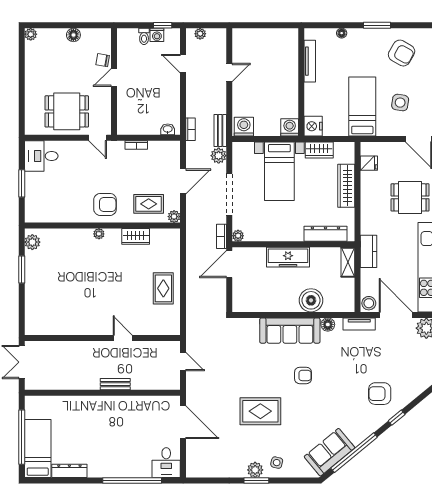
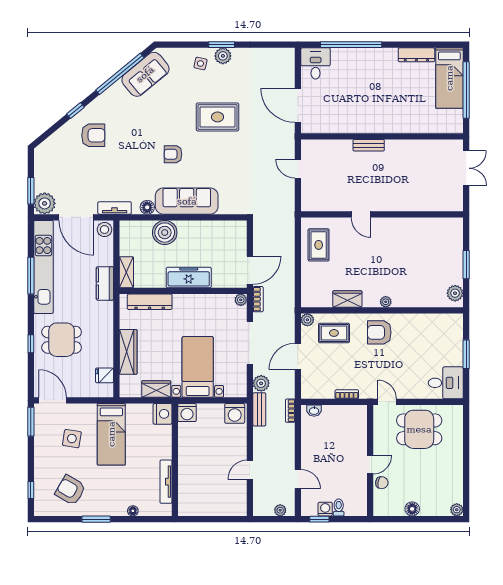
wall: (102, 338) -> (382, 214), moved
door: (123, 338) -> (361, 214), moved

